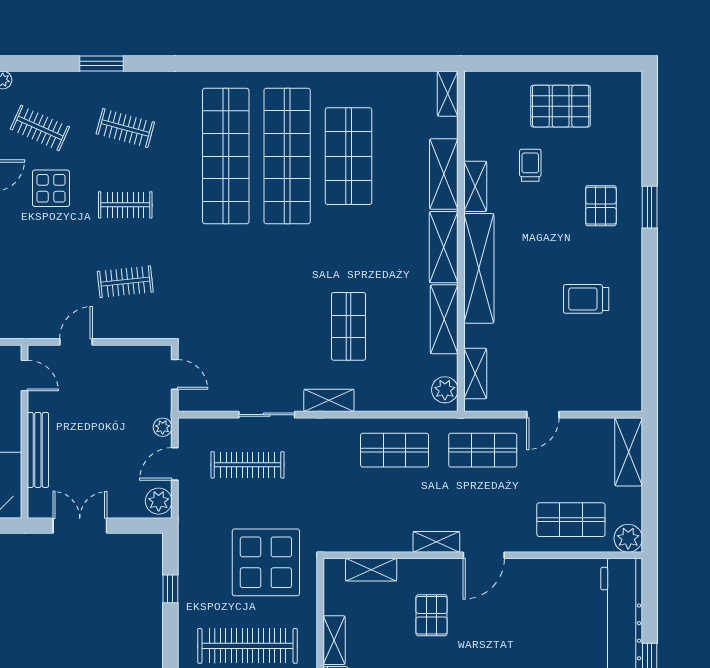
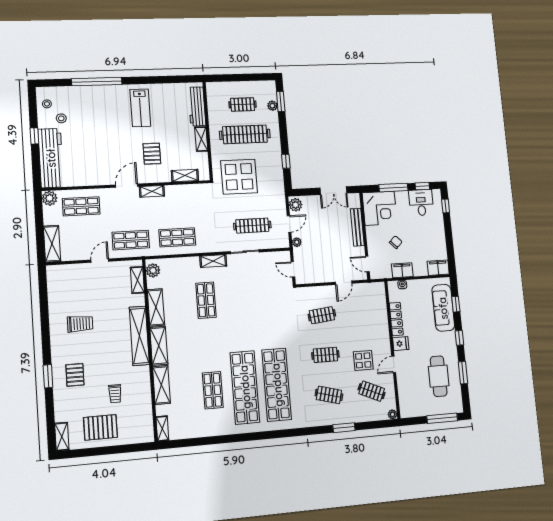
shop shelf: (349, 156) -> (213, 390), width x0.70, depth x0.74
shelving: (475, 186) -> (62, 437), moved

